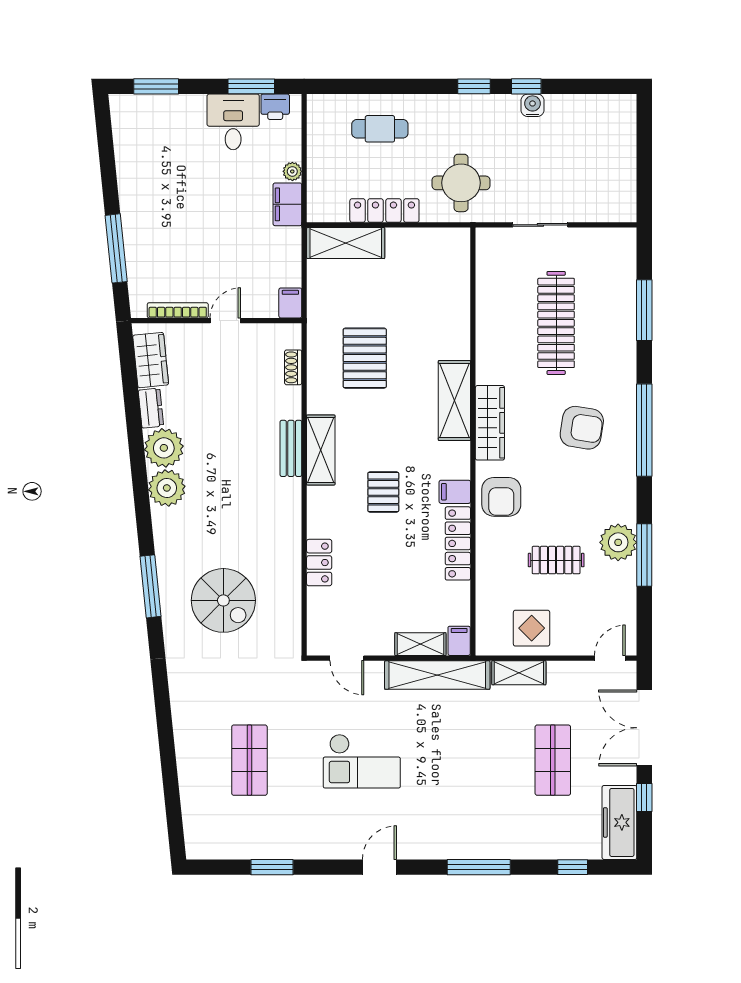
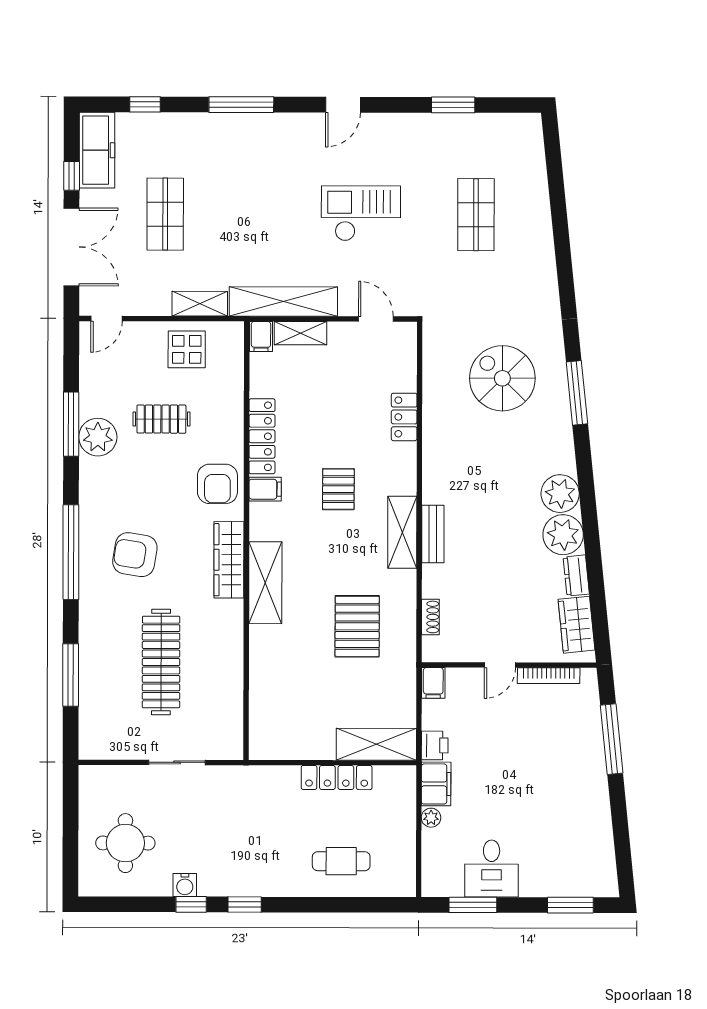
printer: (275, 107) -> (435, 745), moved, turned 90
round table: (461, 183) -> (125, 843), moved
armchair: (501, 497) -> (217, 484), turned 180

